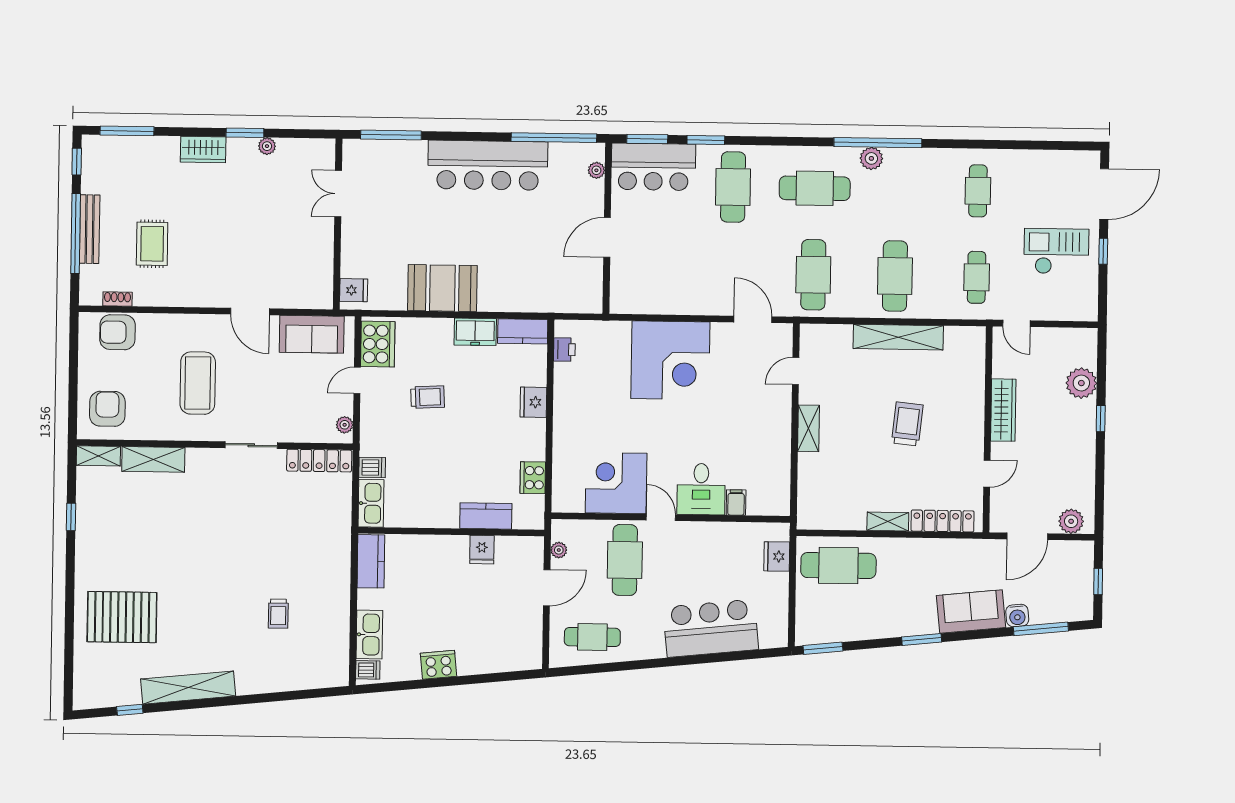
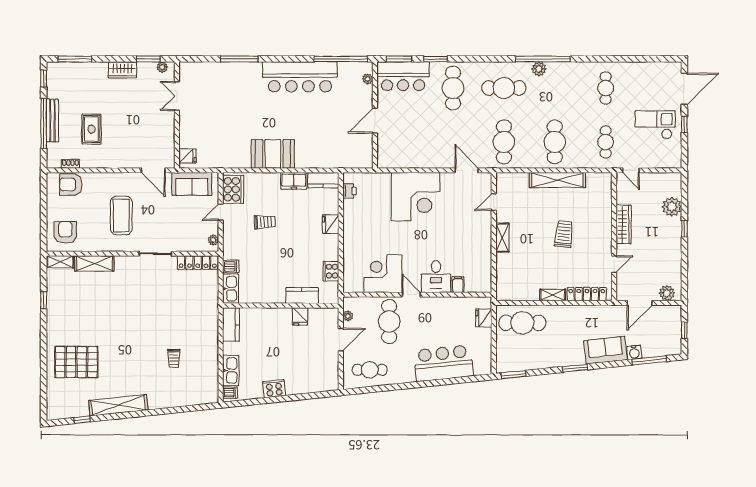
double door: (338, 194) -> (177, 96), moved
wall: (338, 224) -> (177, 115), moved
fridge: (354, 290) -> (187, 156), moved

